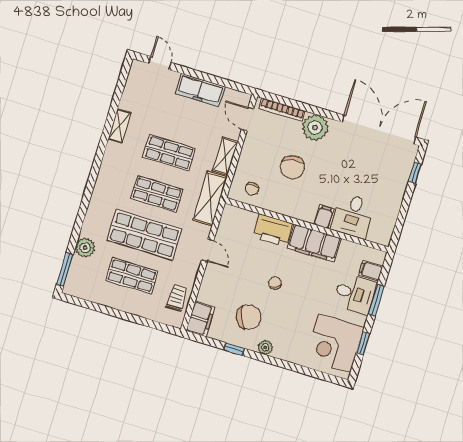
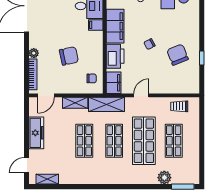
shelving: (120, 126) -> (47, 179), moved
plant: (315, 128) -> (34, 53), width x0.53, depth x0.53
filing cabinet: (200, 319) -> (114, 83), moved, turned 90
plant: (265, 347) -> (194, 38), removed

